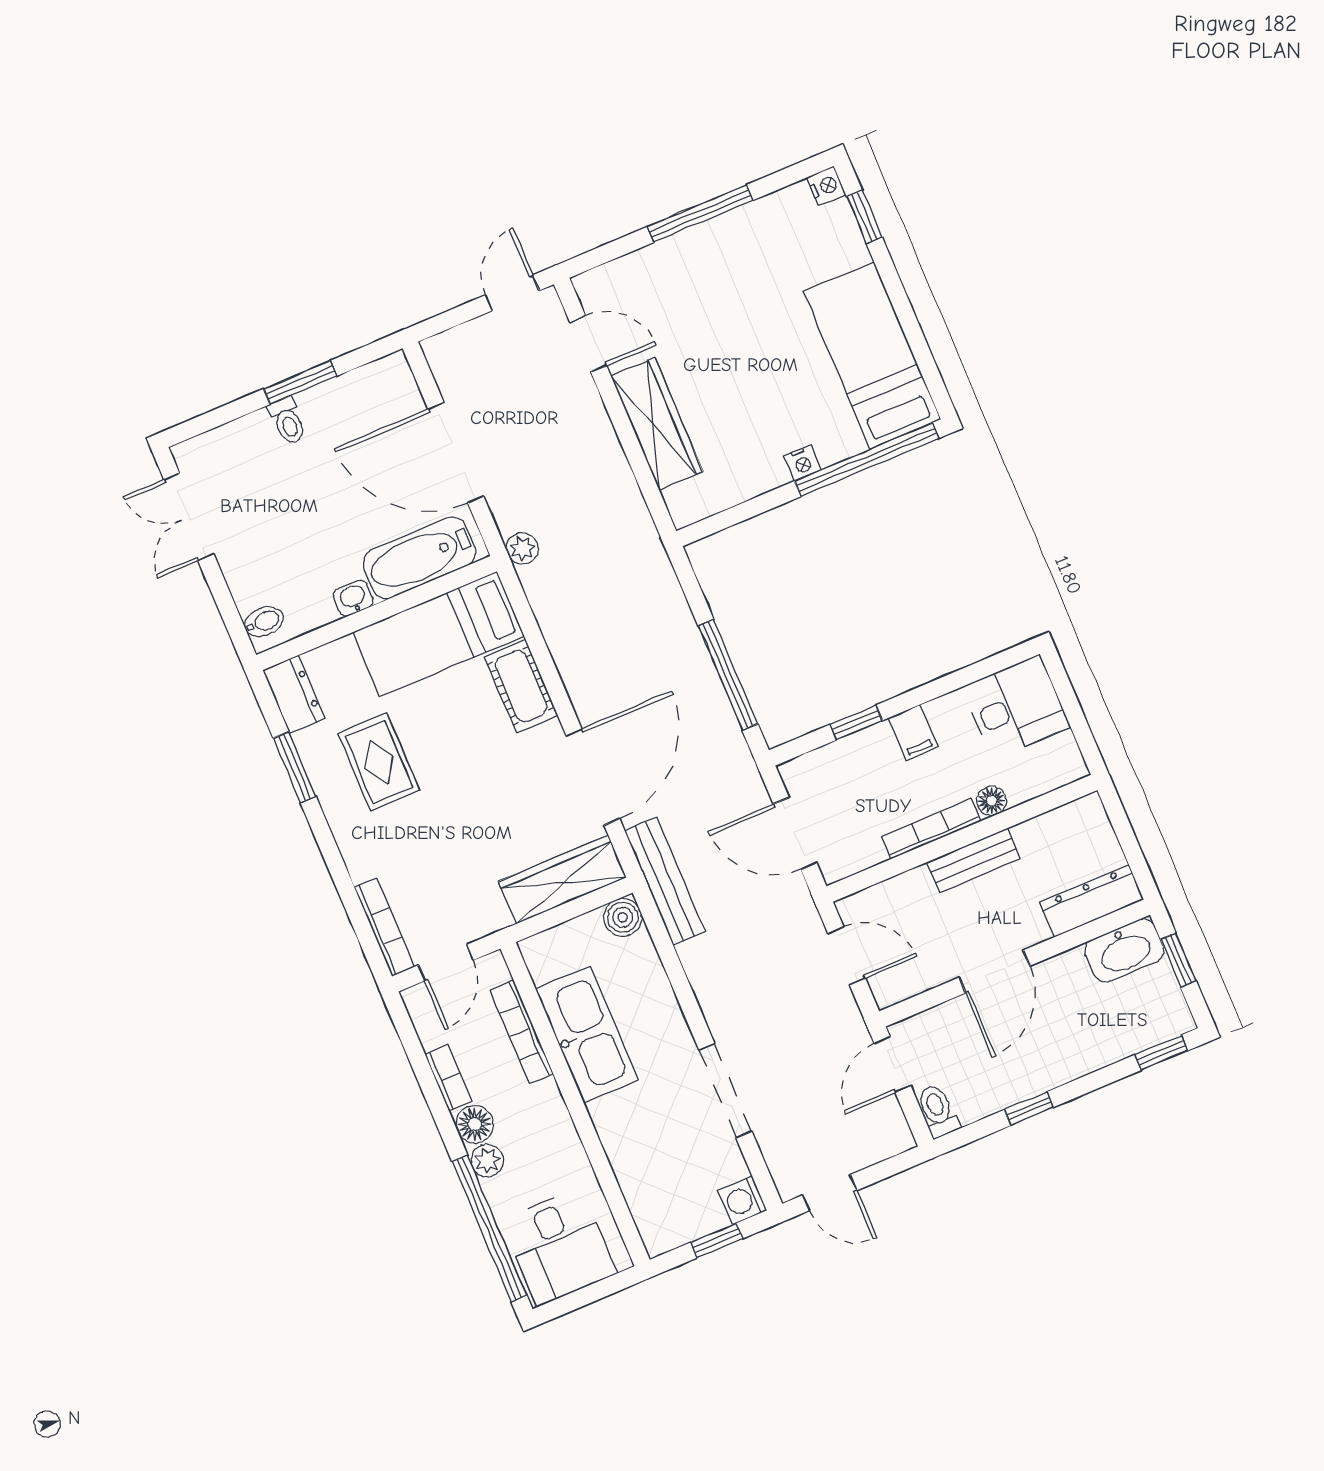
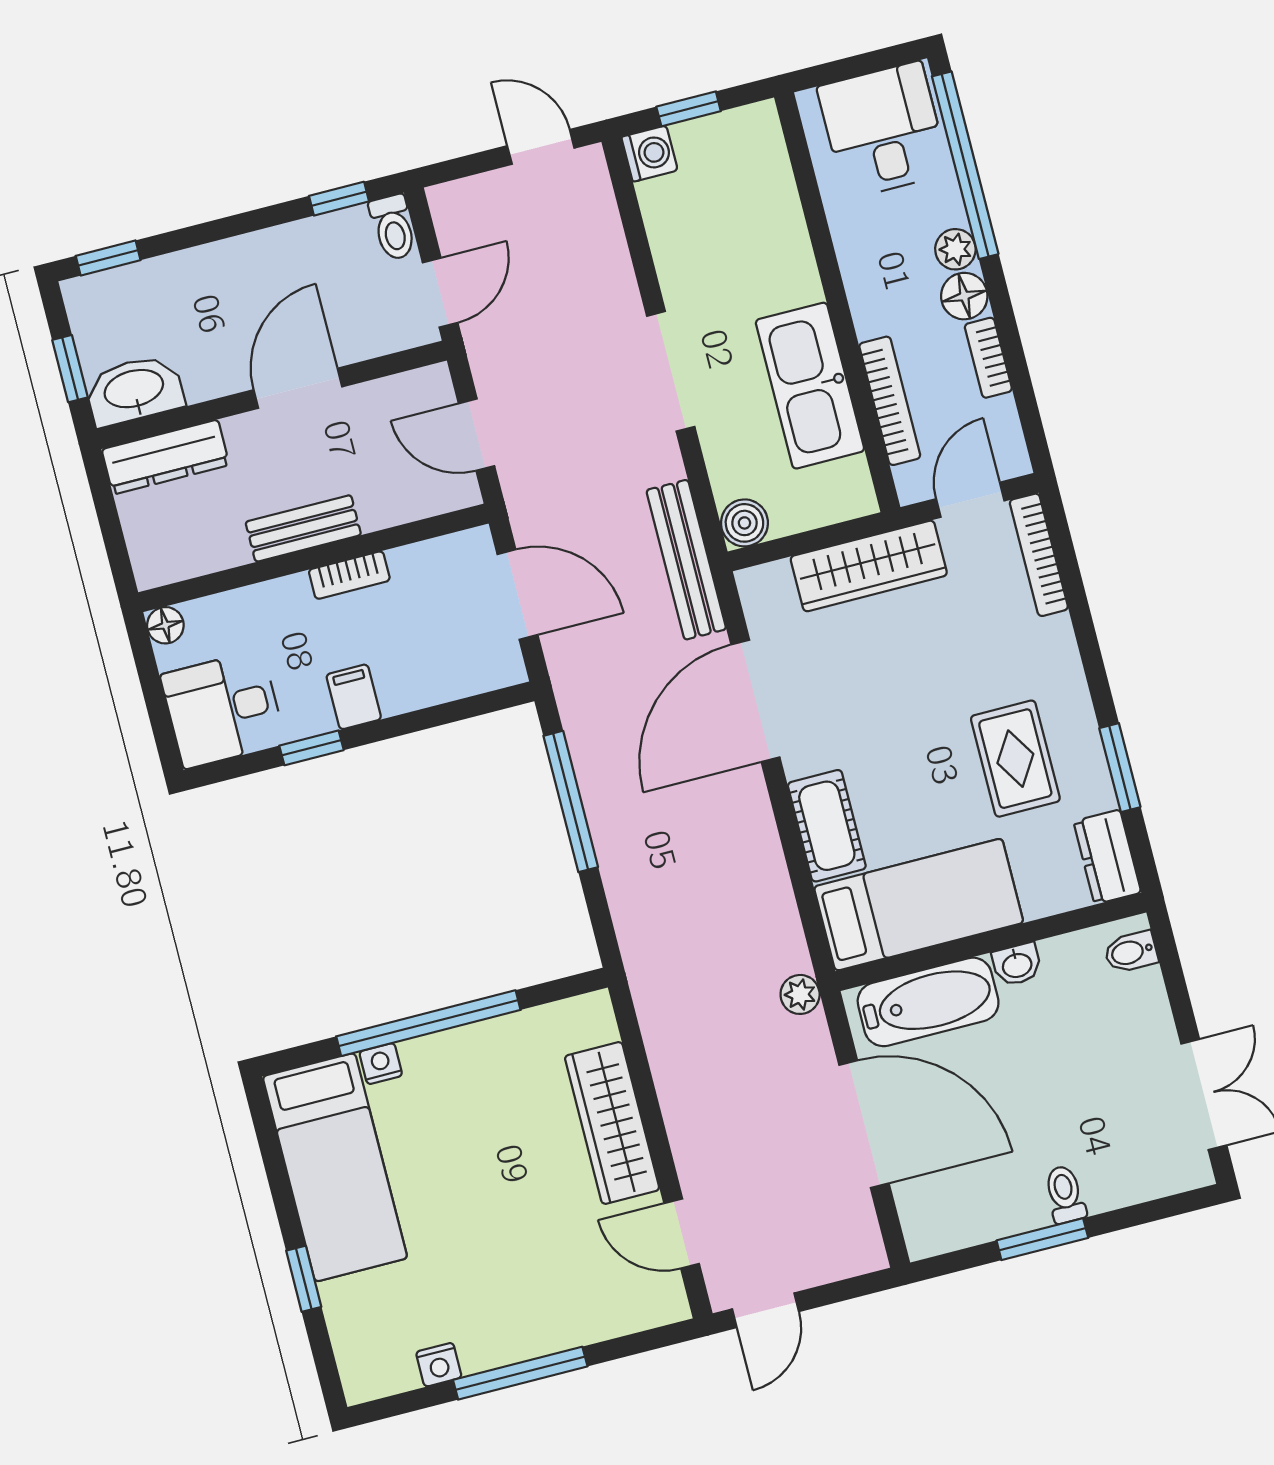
nightstand: (826, 186) -> (439, 1365), moved, turned -90
window: (864, 217) -> (304, 1279), moved
window: (867, 460) -> (428, 1023), moved
nightstand: (802, 463) -> (381, 1064), moved
window: (856, 722) -> (311, 748), moved
floor lamp: (992, 801) -> (165, 625), moved
bookcase: (931, 829) -> (349, 575), width x0.64
wardrobe: (562, 879) -> (869, 566), moved
doorway: (725, 1091) -> (671, 371), moved
window: (1029, 1109) -> (339, 199), moved

